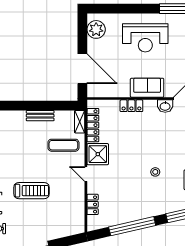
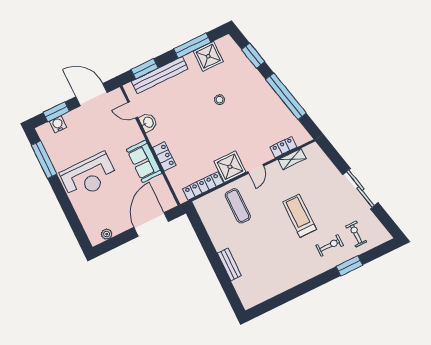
plant: (96, 29) -> (107, 234), width x0.53, depth x0.53
reception desk: (145, 38) -> (89, 176), turned 90
sofa: (147, 88) -> (144, 161), moved
bench: (40, 116) -> (229, 264), moved
shelving: (80, 122) -> (292, 159), moved

